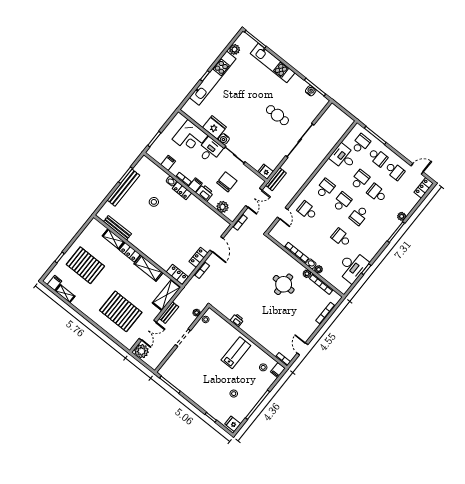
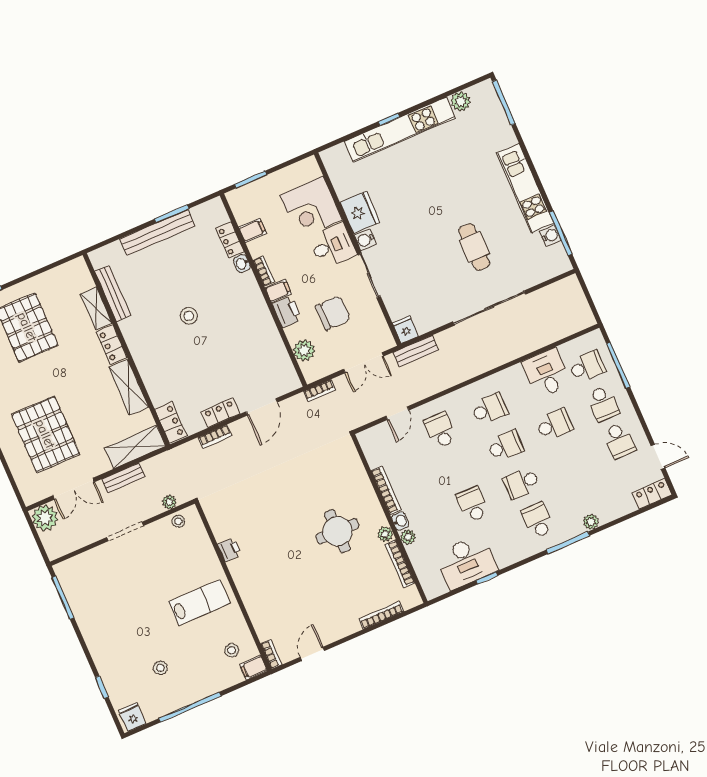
kitchen unit: (273, 63) -> (525, 188), moved
locker: (182, 191) -> (230, 240), moved
school desk: (377, 193) -> (538, 520), moved
stool: (154, 202) -> (189, 316), moved

